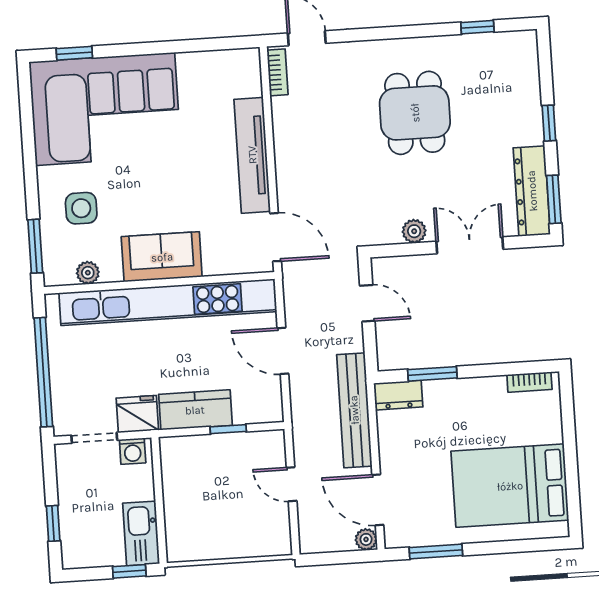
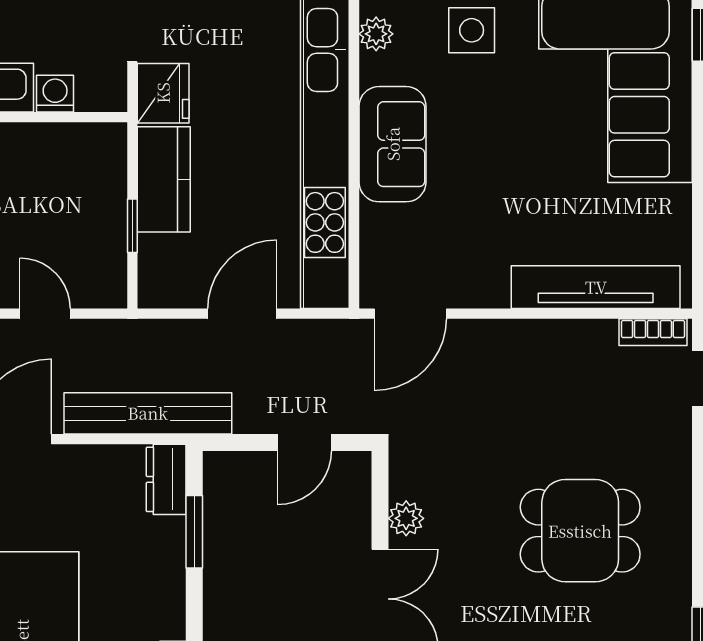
tv unit: (252, 155) -> (596, 287), moved
washing machine: (133, 451) -> (55, 94), moved, turned 90
door: (292, 484) -> (45, 314), hinge flipped

